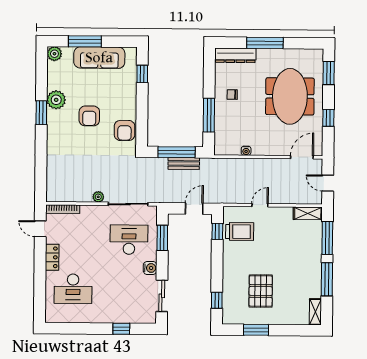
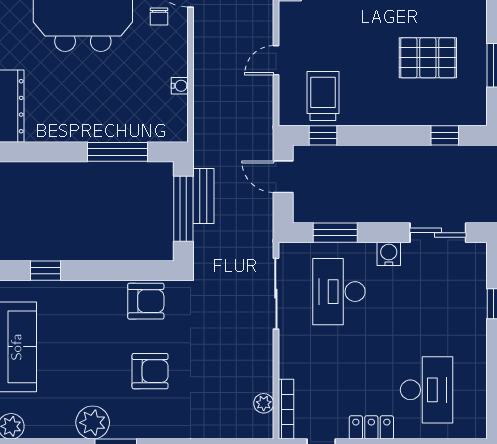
chair: (232, 95) -> (159, 17), moved
armchair: (89, 116) -> (150, 371), moved
plant: (98, 197) -> (264, 403), moved
door: (260, 205) -> (276, 60), hinge flipped

